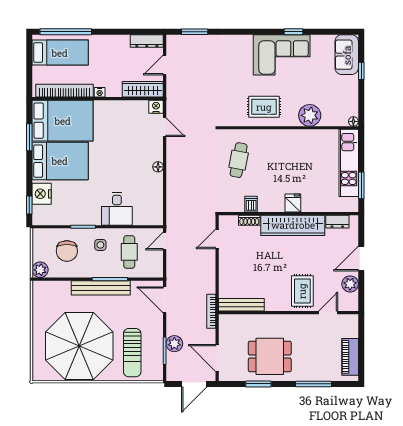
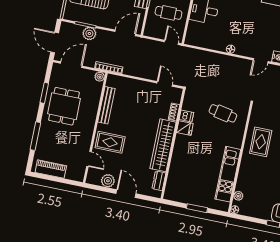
plant: (310, 115) -> (238, 196), moved, width x0.53, depth x0.53
kitchen unit: (349, 163) -> (228, 174), moved, turned -90
window: (361, 185) -> (197, 208), moved
fridge: (293, 203) -> (185, 128), moved
bench: (241, 305) -> (106, 105), moved
plant: (225, 320) -> (100, 77), added

